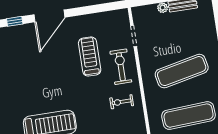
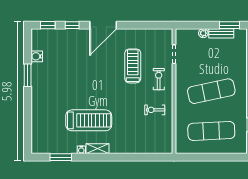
exercise bike: (121, 67) -> (159, 79), width x0.73, depth x0.72

